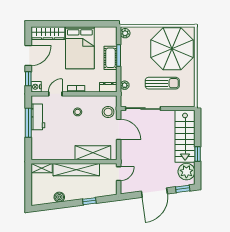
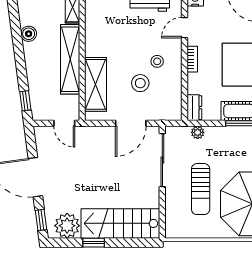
door: (55, 94) -> (184, 28), swing flipped
stool: (108, 112) -> (140, 83), moved
window: (89, 201) -> (25, 101), moved

